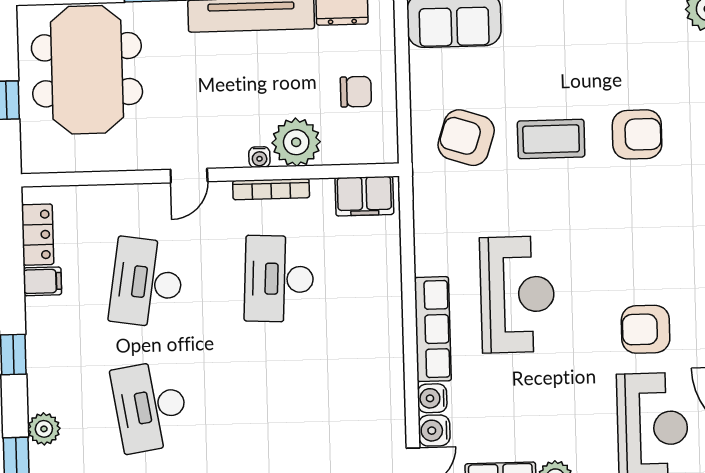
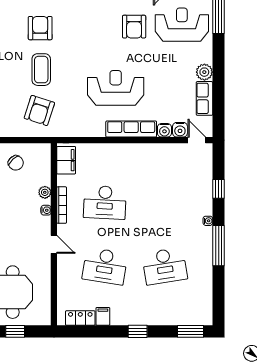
chair: (356, 92) -> (16, 163), turned 137
plant: (296, 142) -> (45, 192), width x0.53, depth x0.53
plant: (44, 429) -> (174, 318), removed

